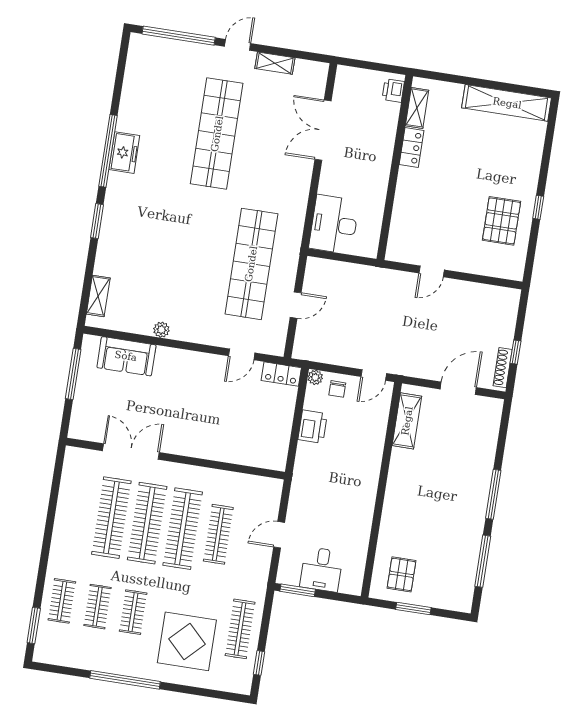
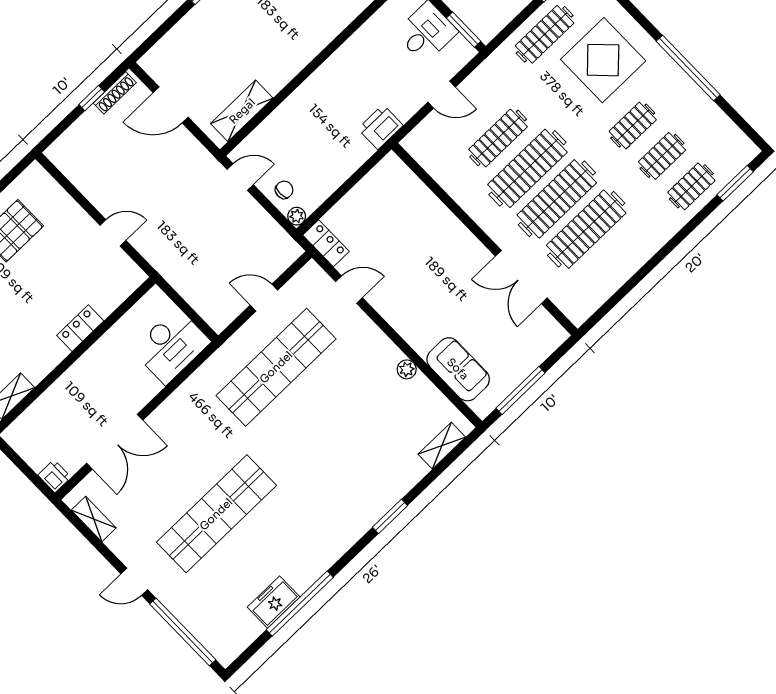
shelving: (275, 63) -> (94, 519), moved
printer: (393, 91) -> (54, 476), moved, turned -90
locker: (412, 147) -> (80, 328), moved
window: (108, 151) -> (300, 604), moved
freezer: (124, 153) -> (274, 602), moved
printer: (313, 427) -> (380, 127), moved

